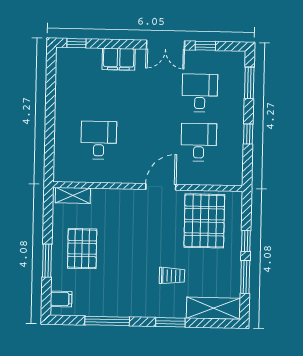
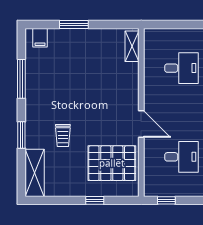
window: (248, 134) -> (166, 200), moved
pallet: (82, 249) -> (85, 55), removed
window: (245, 277) -> (63, 200), removed

